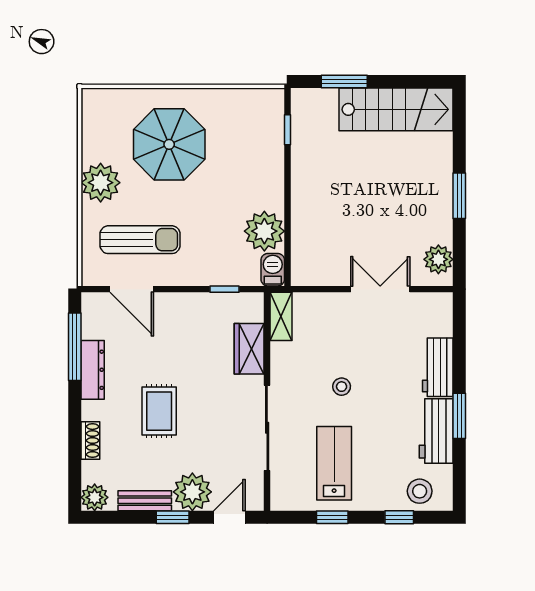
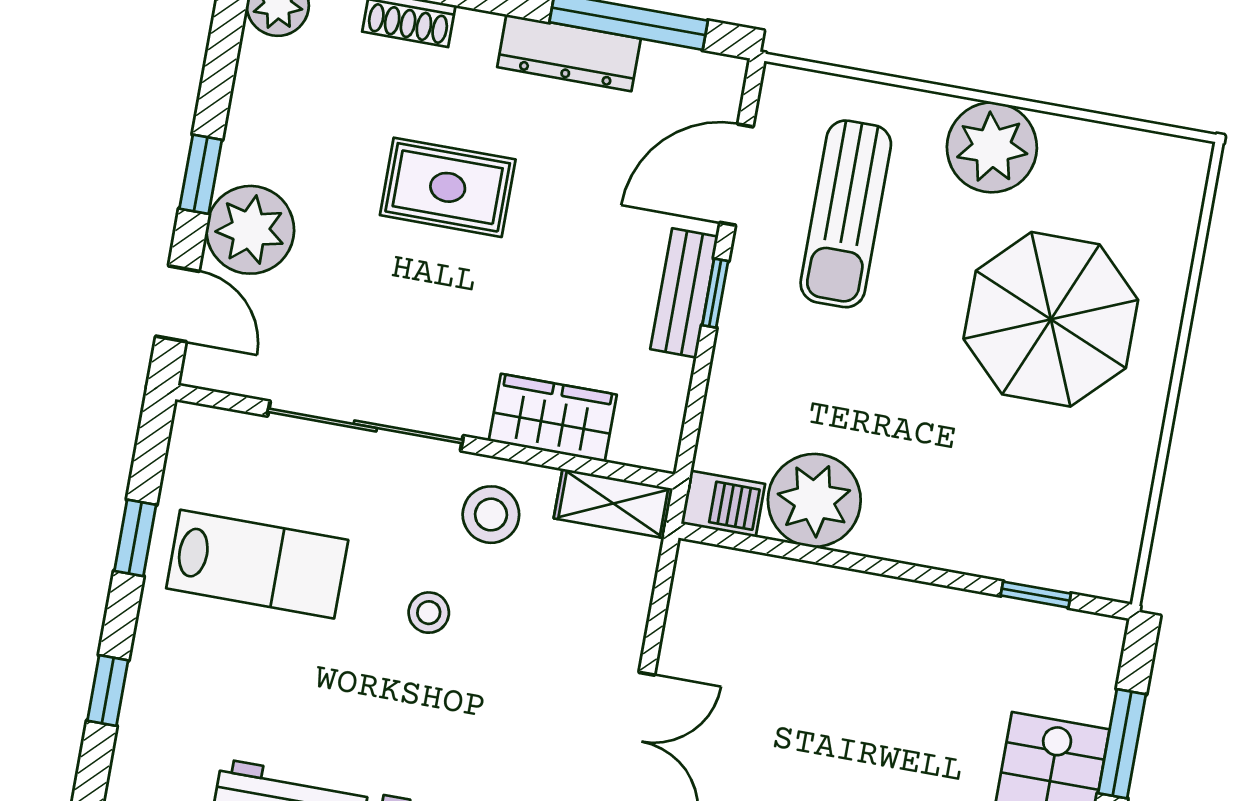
window: (224, 289) -> (715, 293), moved
stool: (420, 491) -> (491, 515), moved
bench: (145, 501) -> (684, 293), moved

